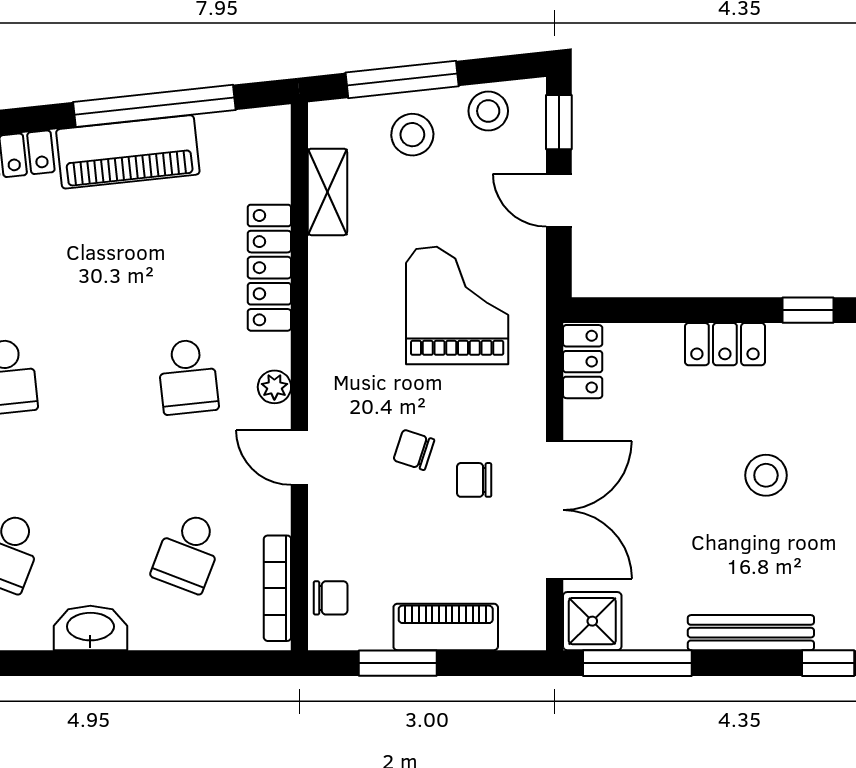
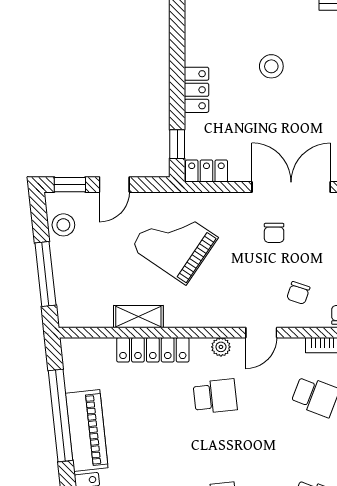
stool: (412, 135) -> (77, 268), removed
shelving: (328, 192) -> (138, 317), moved
grand piano: (457, 305) -> (174, 243), turned 34
window: (808, 310) -> (177, 144), moved
chair: (414, 450) -> (298, 293), moved

